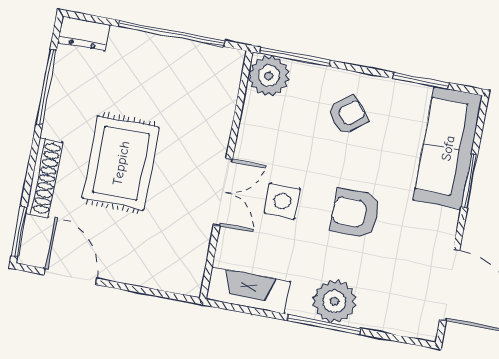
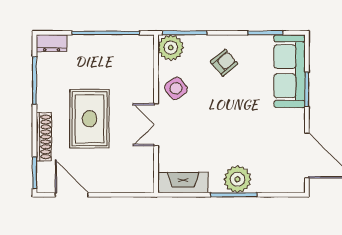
double door: (223, 192) -> (156, 125), swing flipped
side table: (282, 201) -> (176, 88), moved, turned -36
armchair: (355, 213) -> (240, 122), removed

